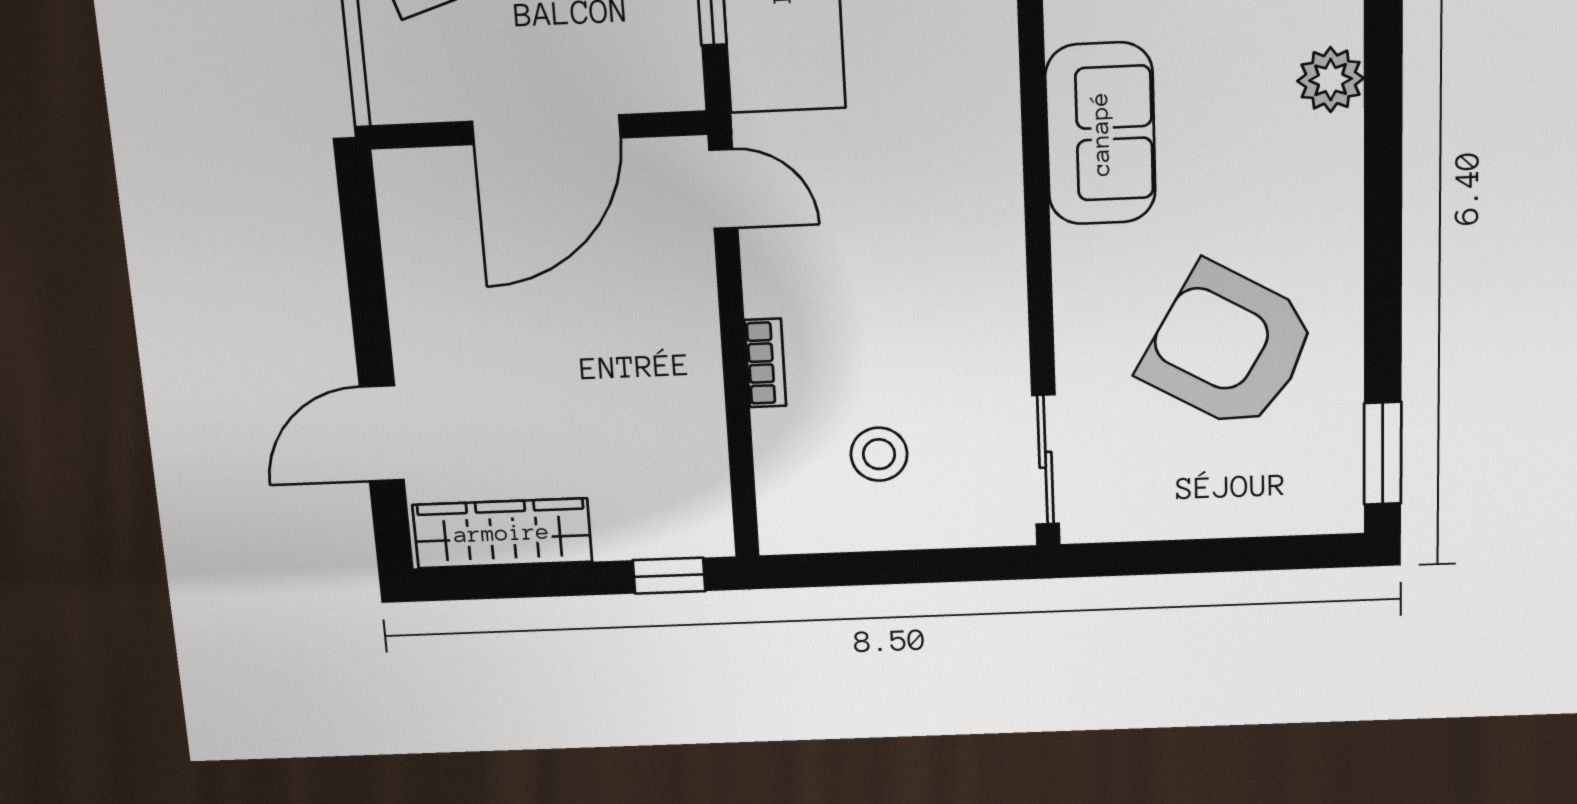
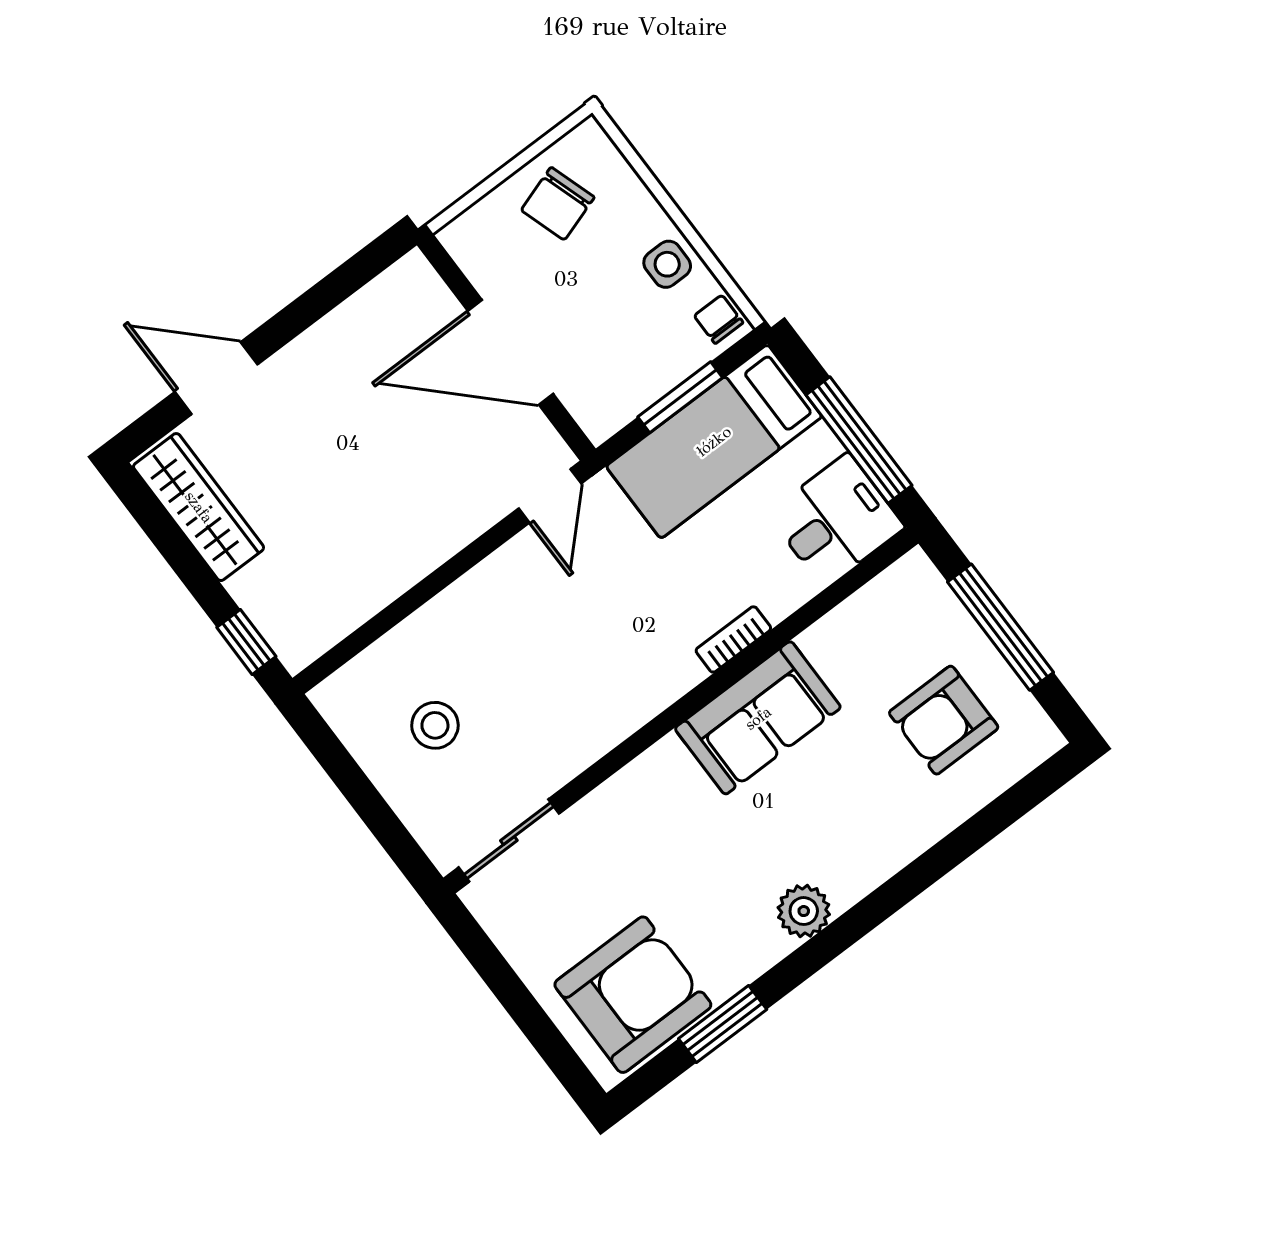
plant: (1331, 80) -> (804, 911), moved
armchair: (1229, 347) -> (633, 995), moved, turned 60
bookcase: (765, 363) -> (733, 639), moved, turned 180
window: (1383, 453) -> (723, 1024), moved

